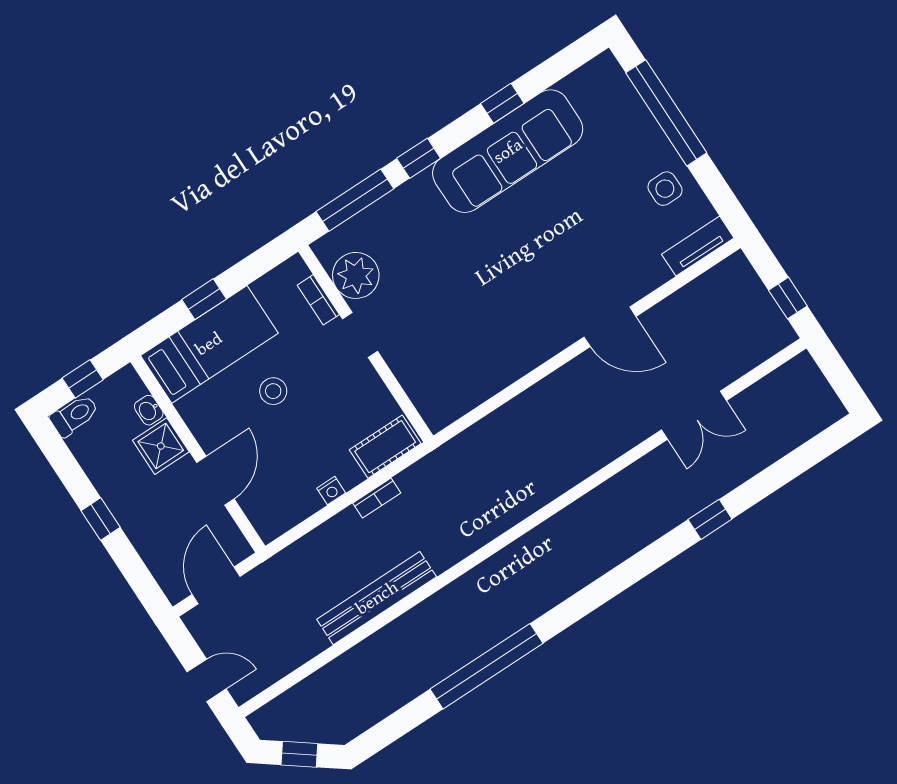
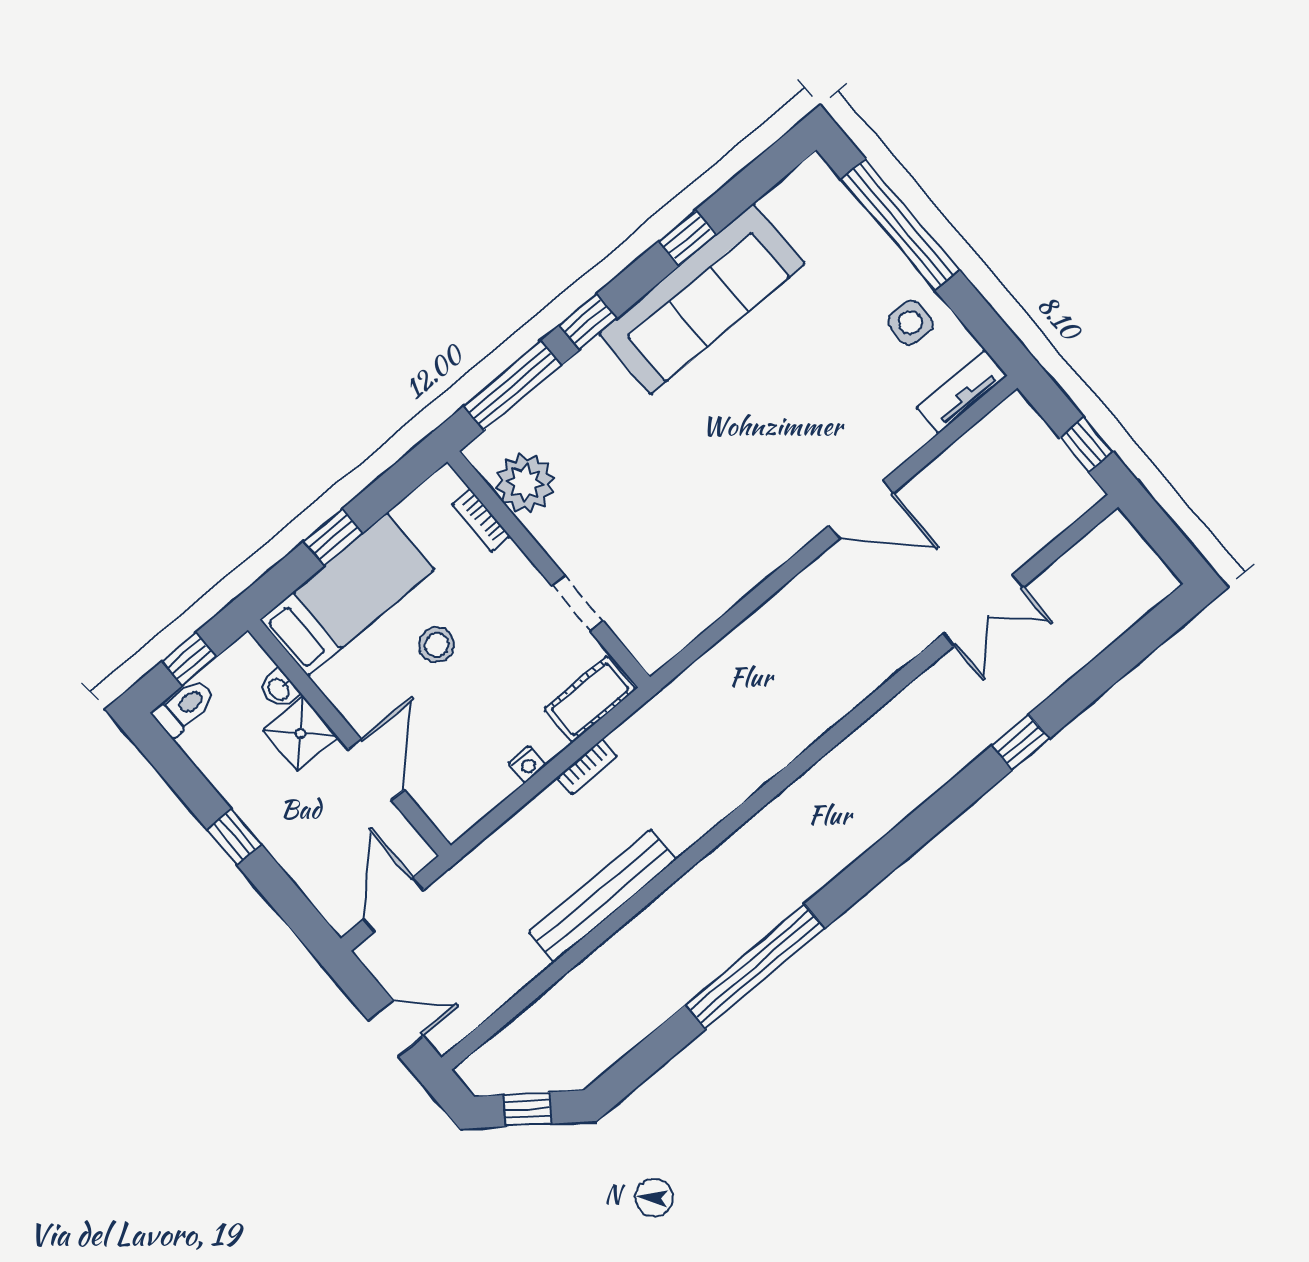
doorway: (360, 335) -> (577, 603), moved

